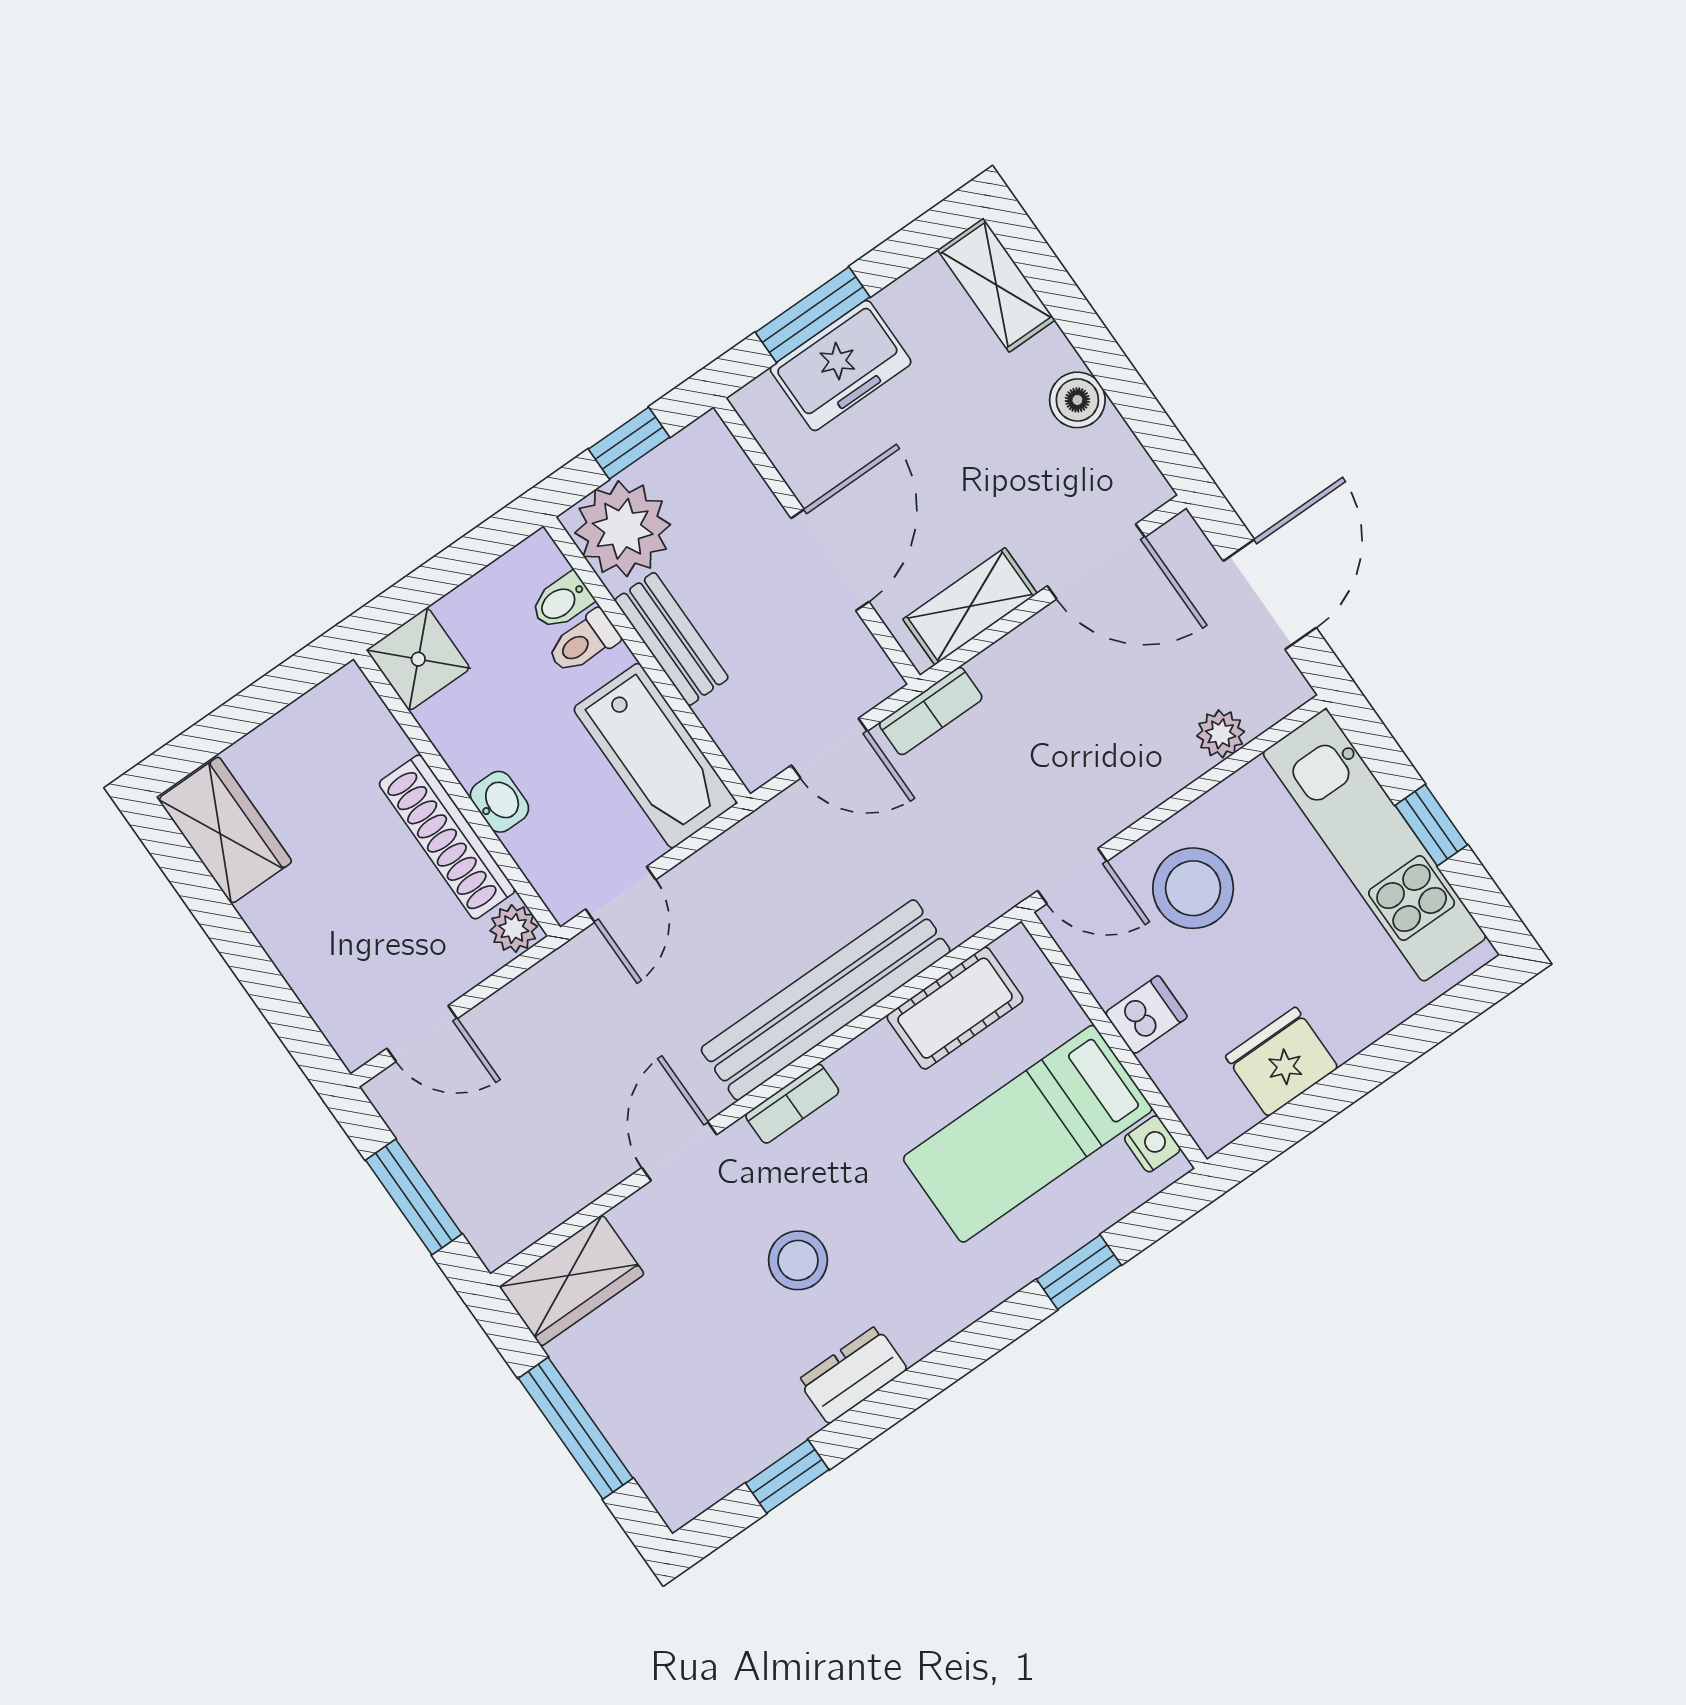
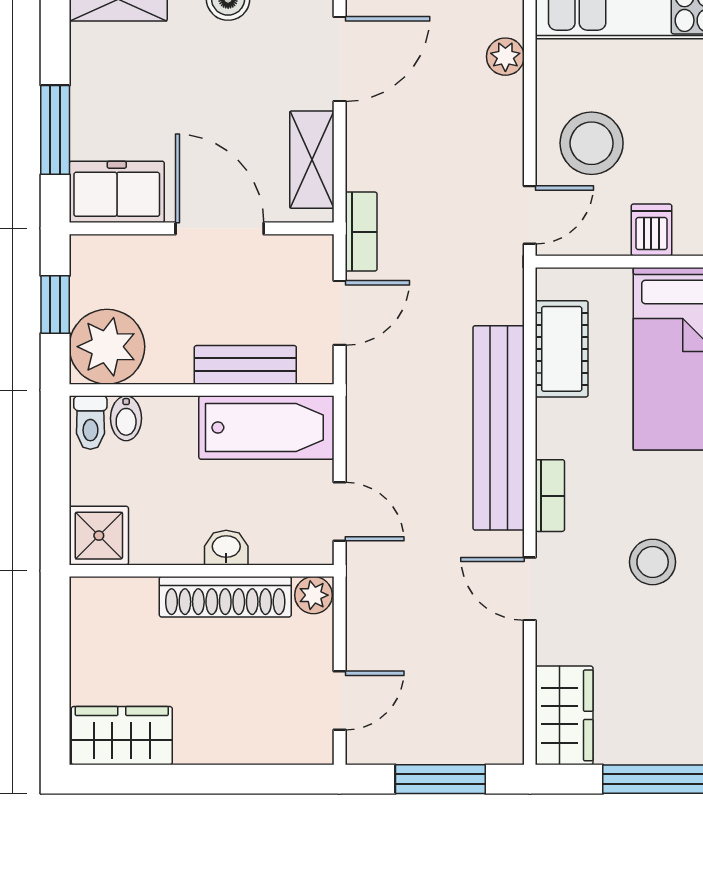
freezer: (841, 366) -> (117, 192), moved, turned -90
bench: (672, 639) -> (245, 365), moved
toilet: (583, 642) -> (90, 423), moved

